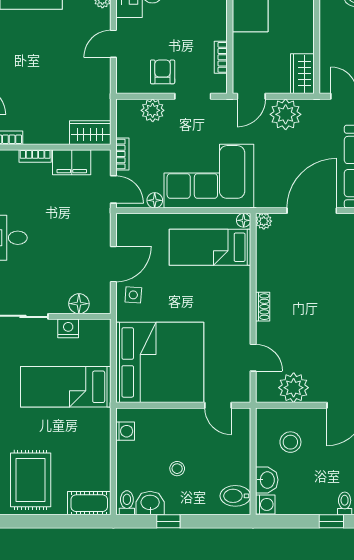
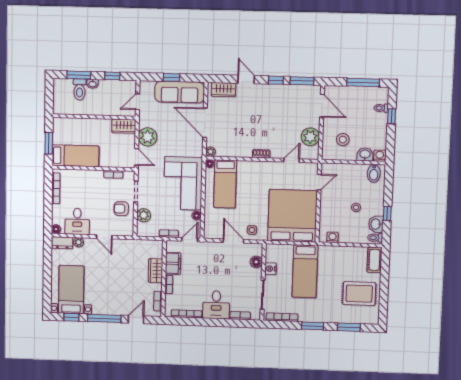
wardrobe: (90, 133) -> (155, 271), moved

